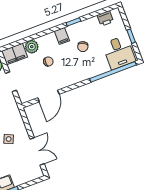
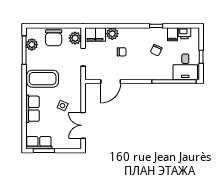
filing cabinet: (62, 36) -> (172, 34), moved
double door: (37, 151) -> (83, 125), swing flipped

